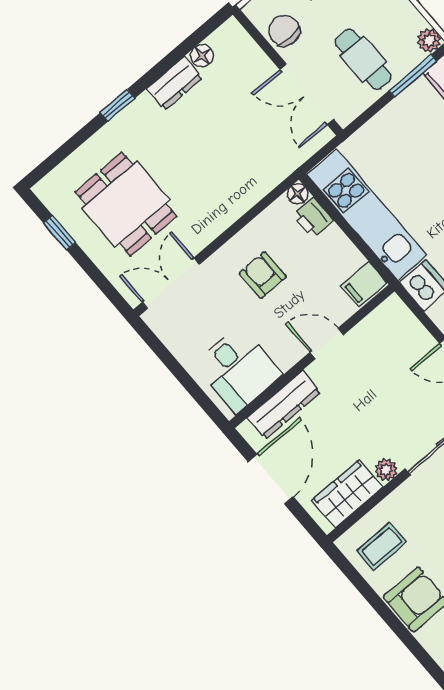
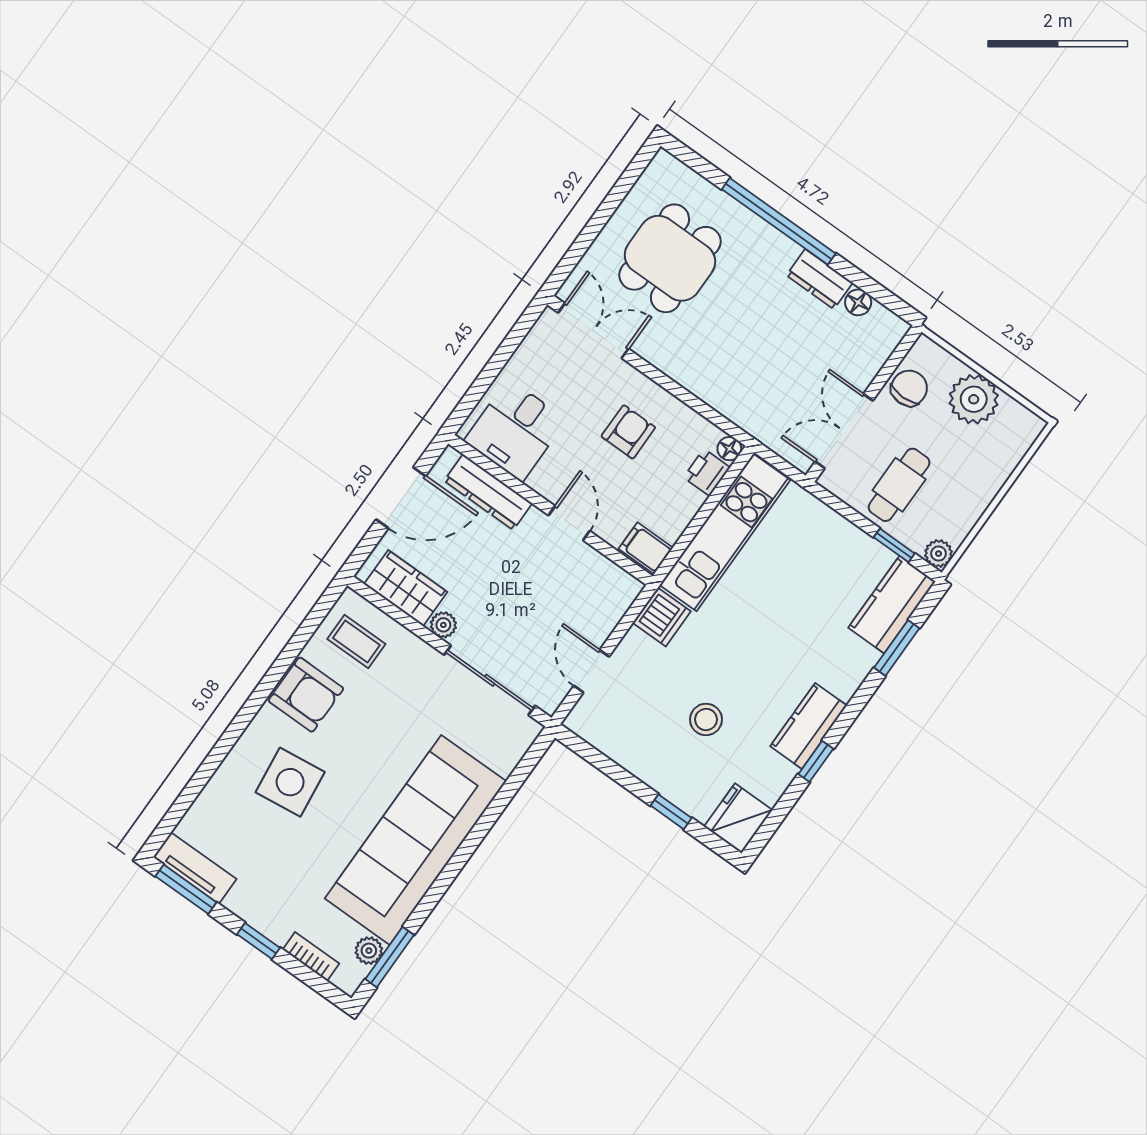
window: (413, 76) -> (894, 545), width x0.67
window: (118, 105) -> (779, 221), width x3.17
window: (60, 233) -> (619, 192), removed

